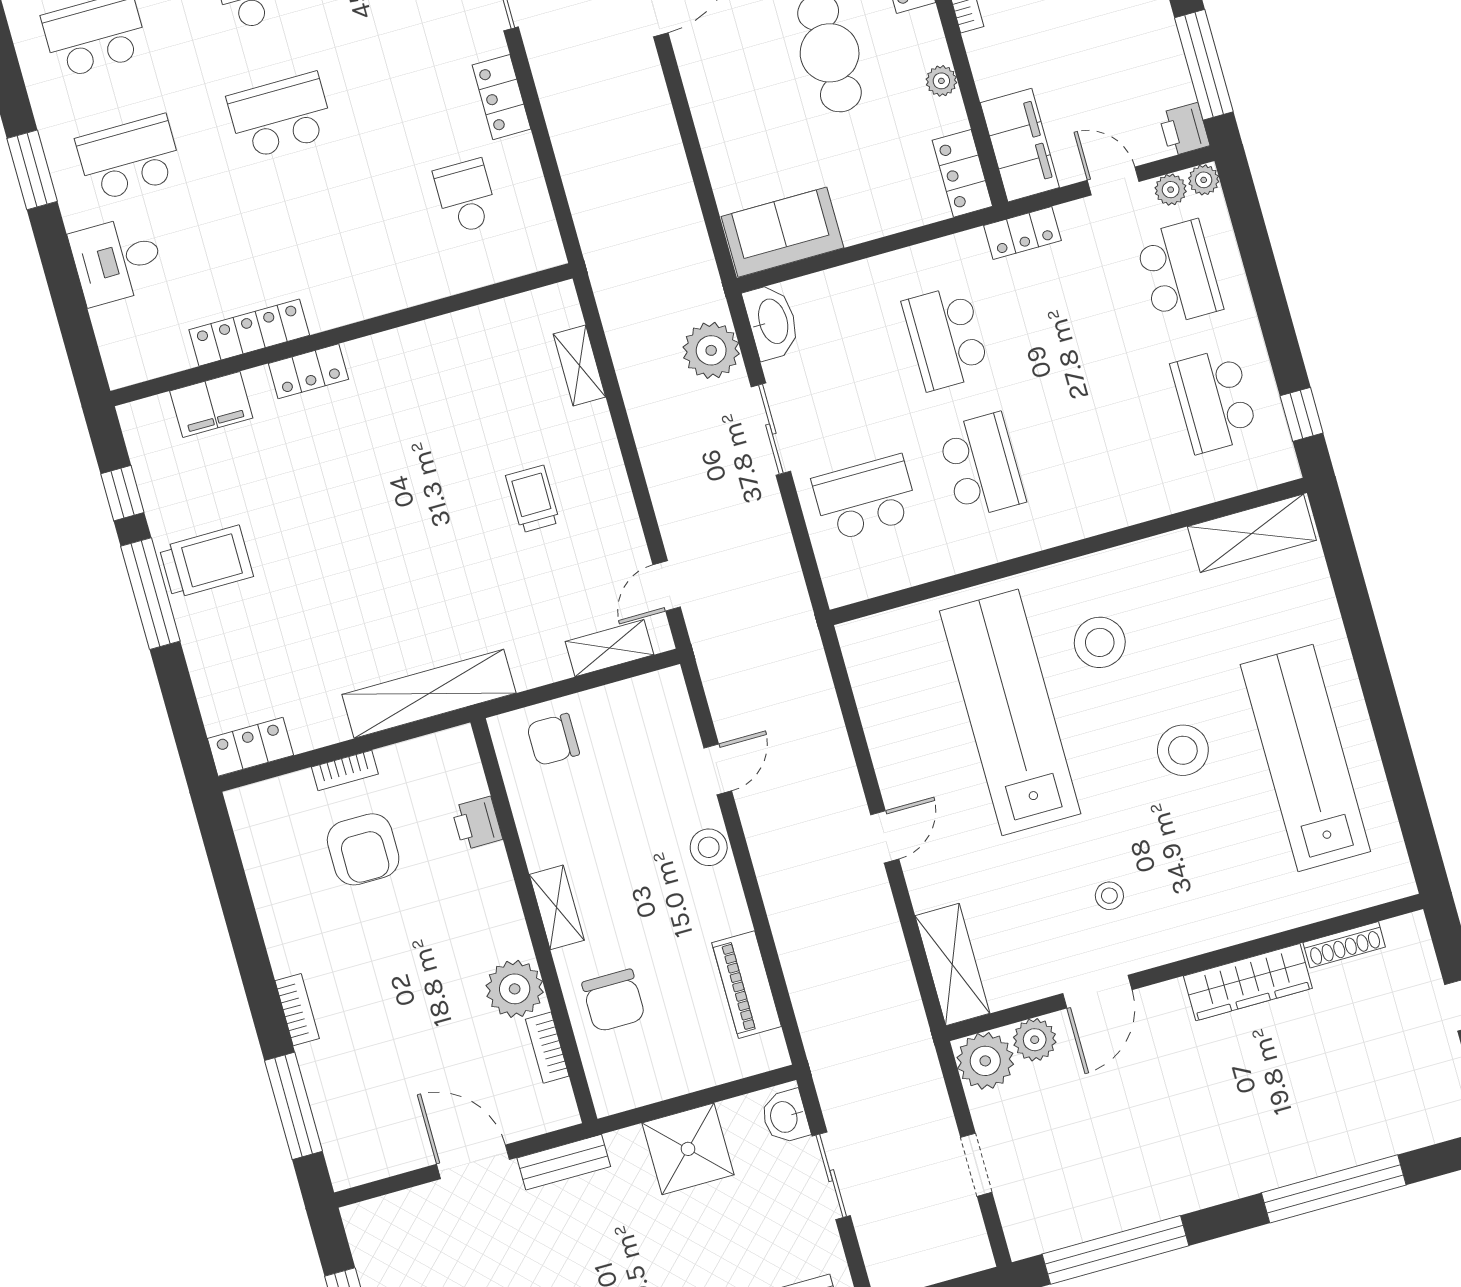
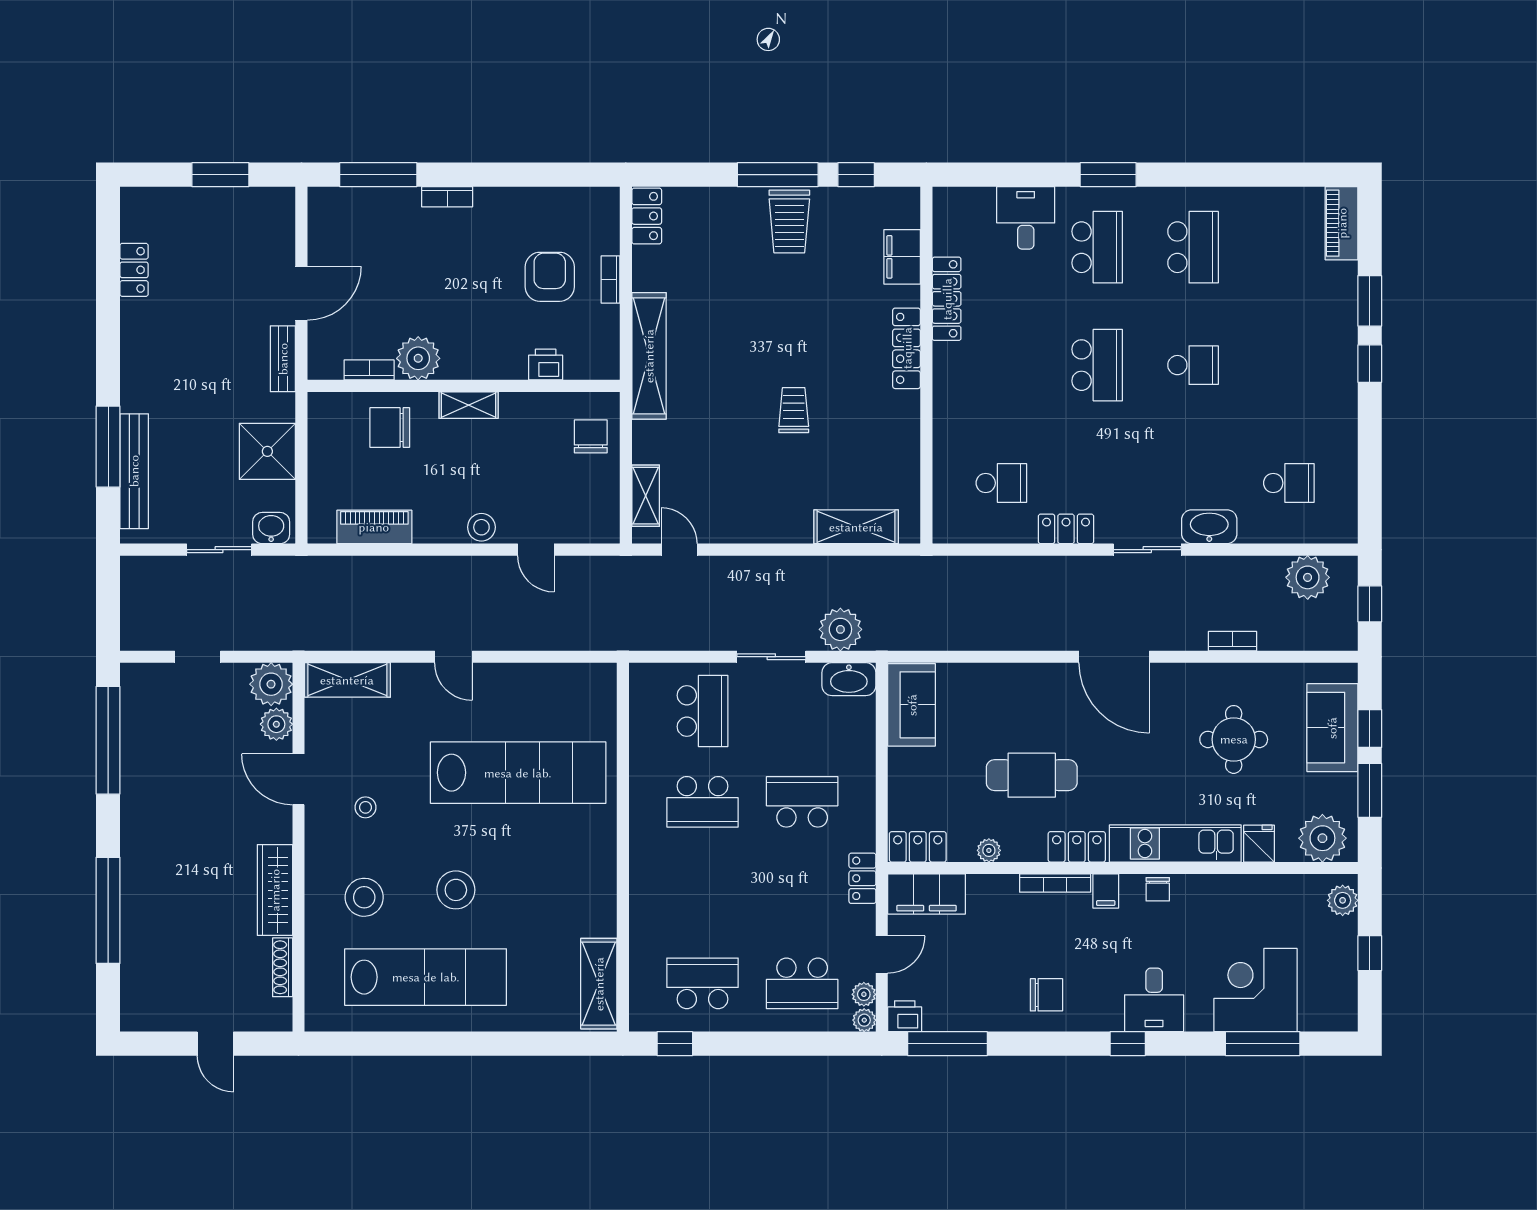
shelving: (579, 366) -> (856, 527), width x1.50, depth x1.33
locker: (308, 371) -> (907, 348), width x1.53
trolley: (533, 499) -> (794, 410), moved, turned -90
stool: (1100, 642) -> (364, 897), moved
armchair: (363, 849) -> (550, 277), turned 90

